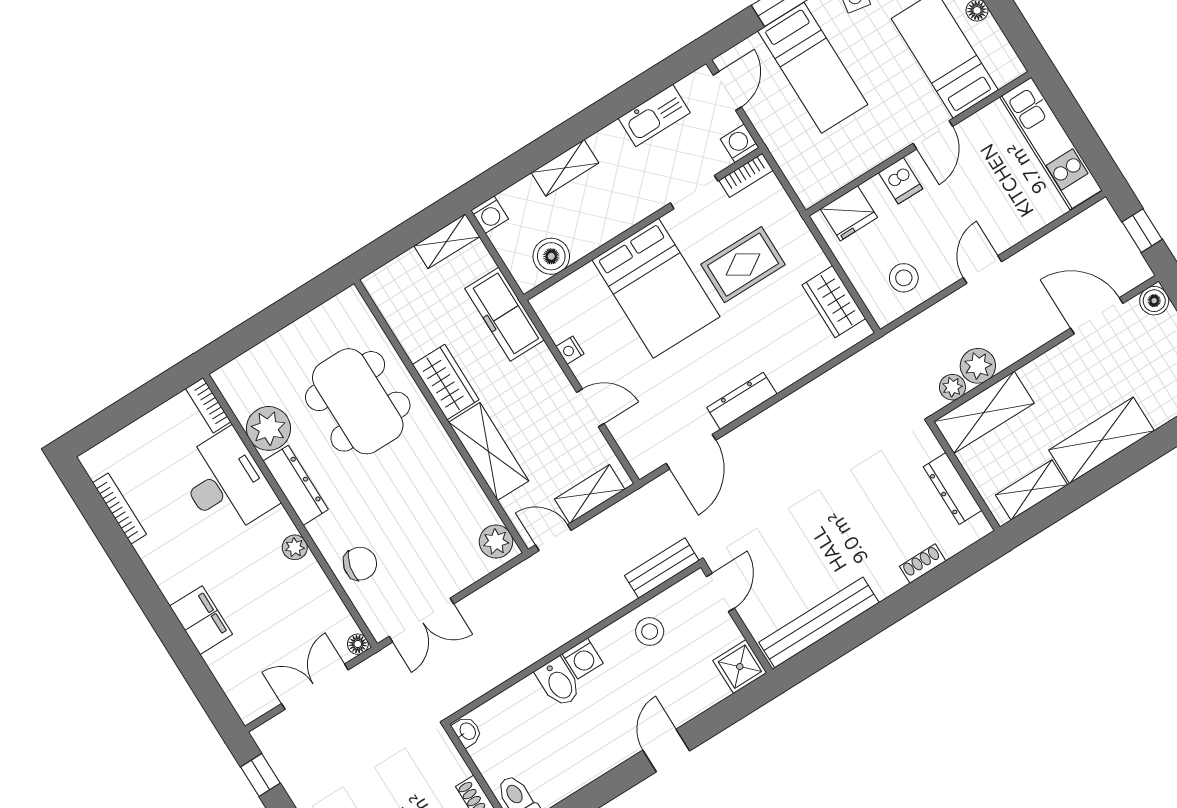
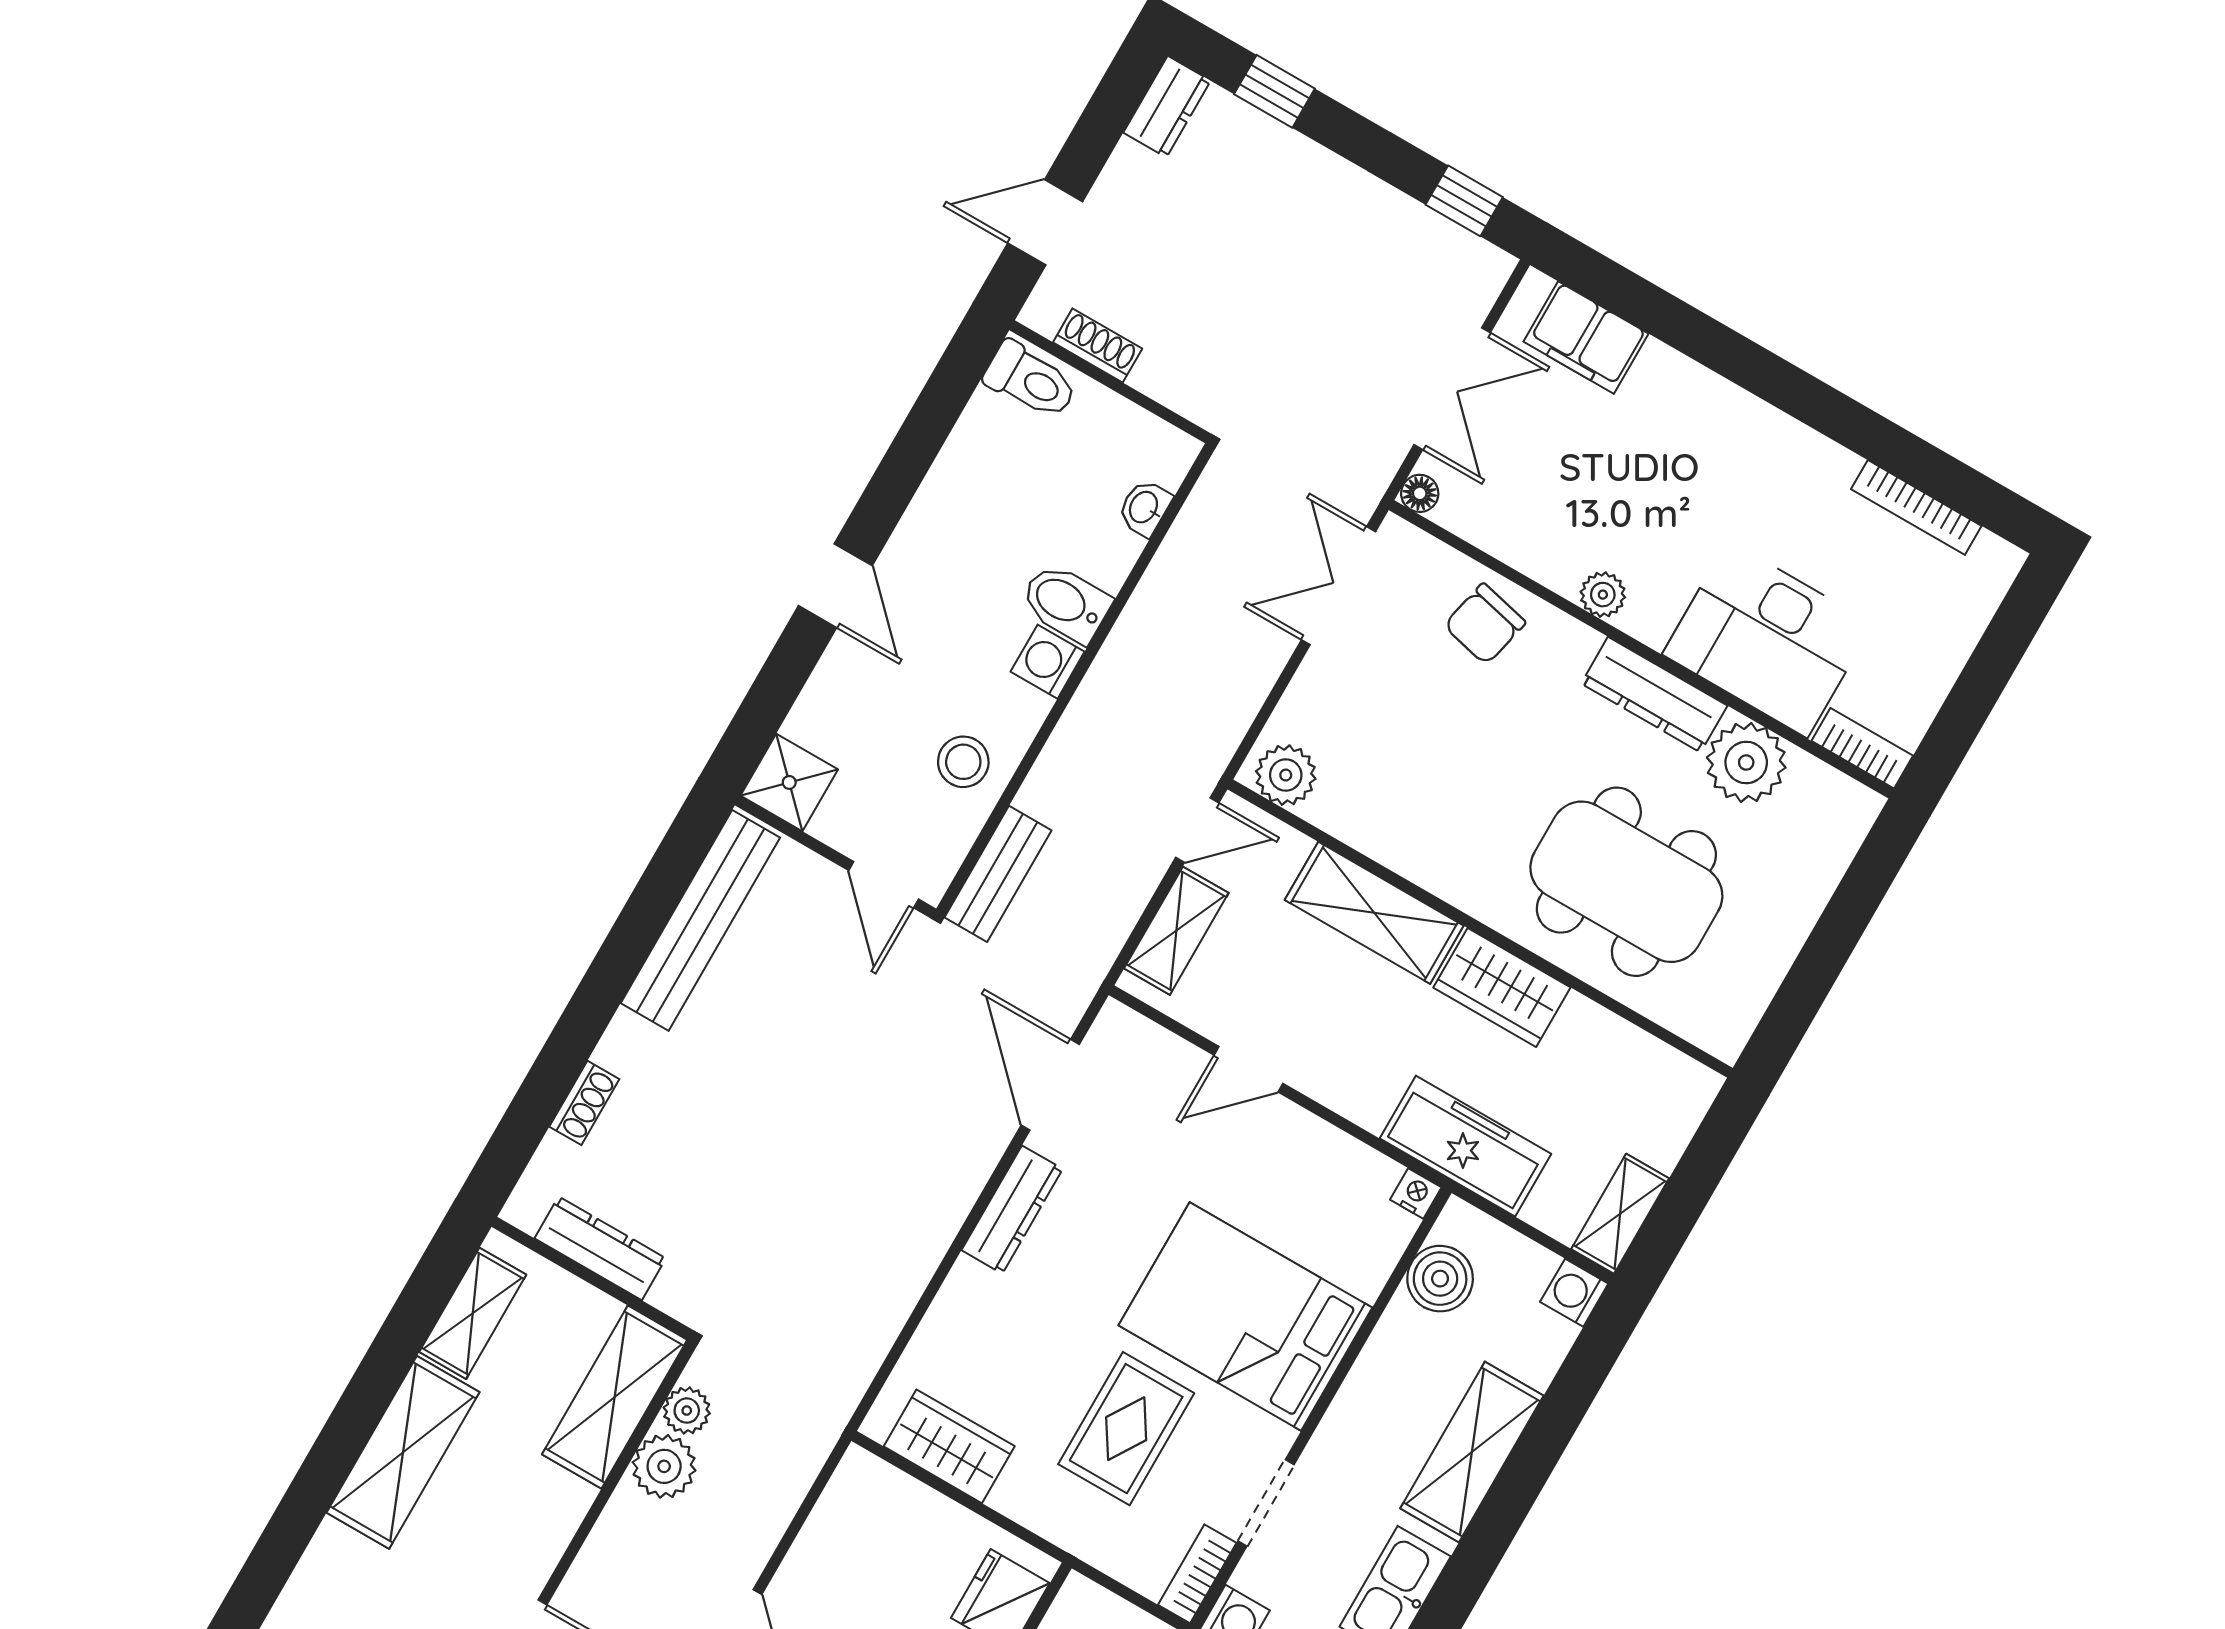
shelving: (565, 168) -> (1472, 1452), width x1.50, depth x1.33
stool: (904, 278) -> (858, 1544), removed
nightstand: (570, 350) -> (1416, 1193), moved
filing cabinet: (201, 620) -> (1586, 338), moved
washbasin: (467, 732) -> (1144, 508), moved, turned 90

